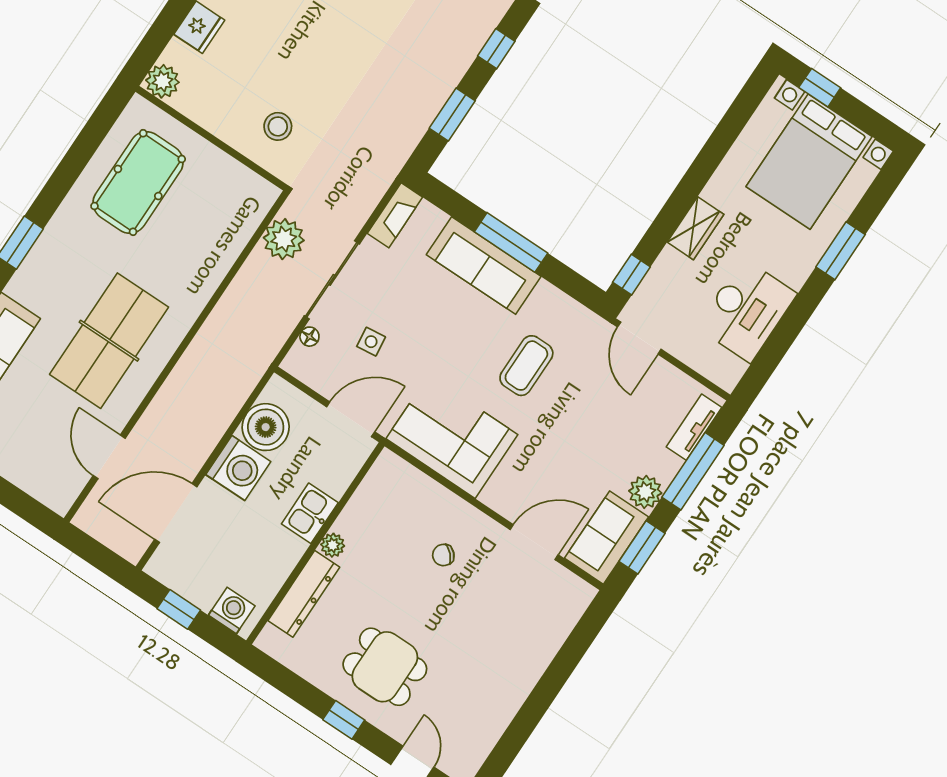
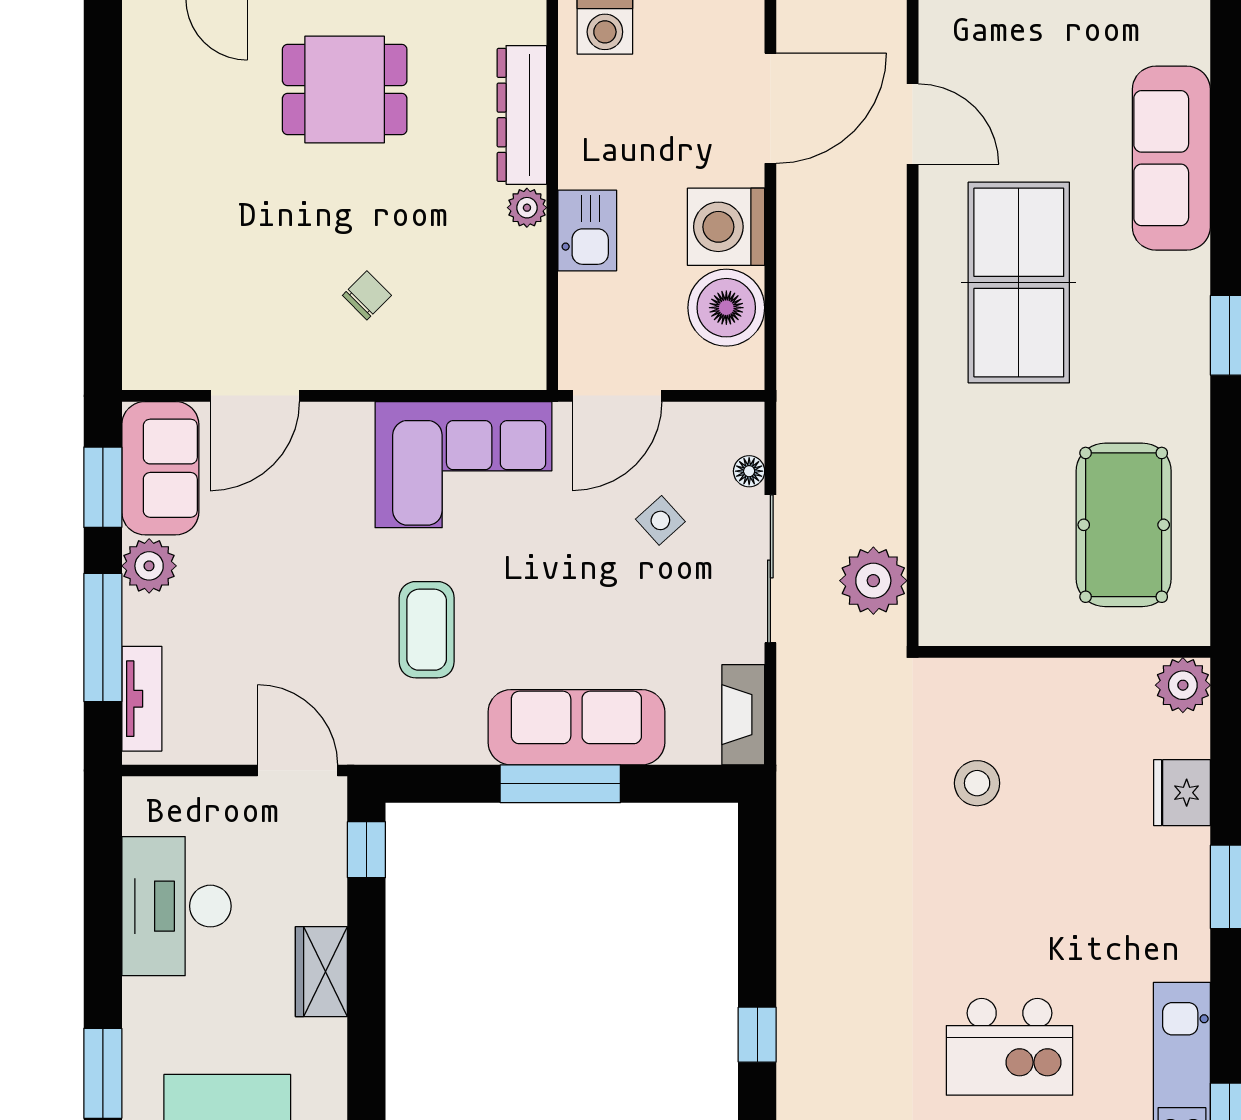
window: (452, 114) -> (757, 905), removed
stool: (278, 126) -> (977, 783), moved
side table: (371, 342) -> (660, 520), turned -35

